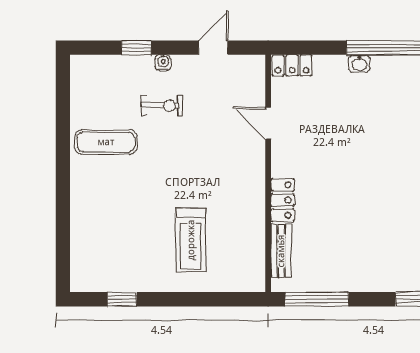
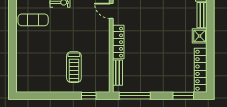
locker: (283, 200) -> (118, 42), width x1.53
window: (122, 299) -> (89, 96), moved

